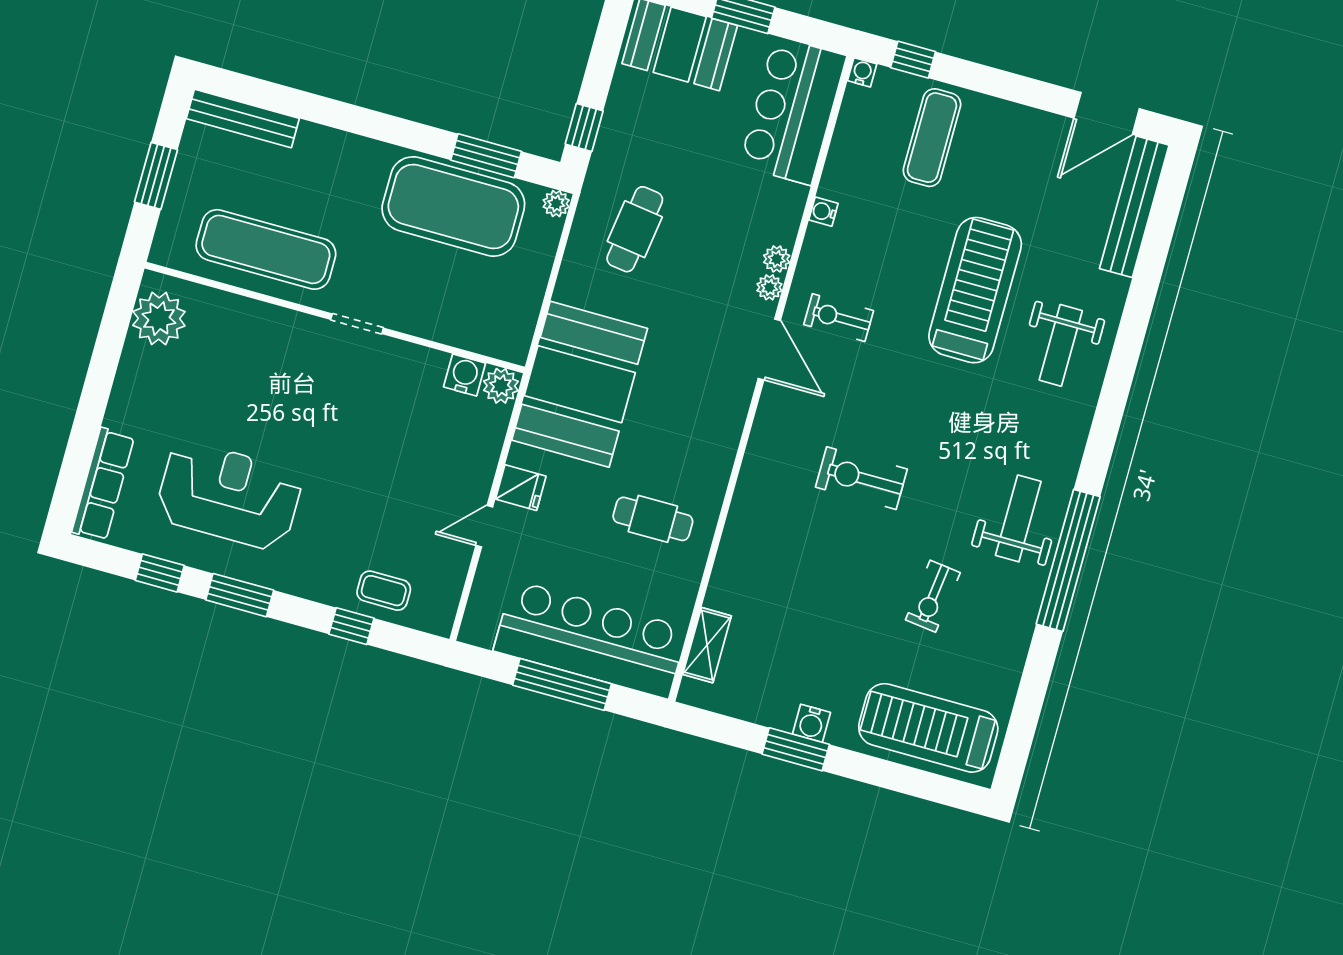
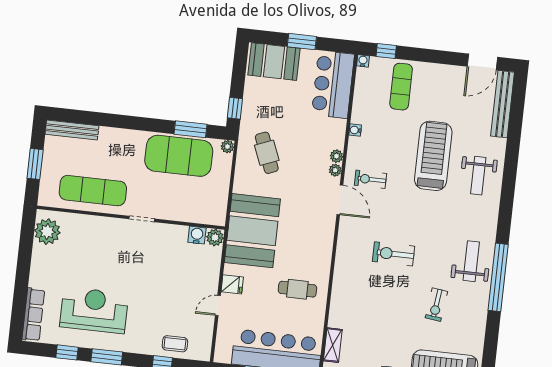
cafe table: (635, 229) -> (267, 153), turned -30

